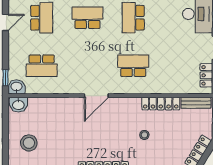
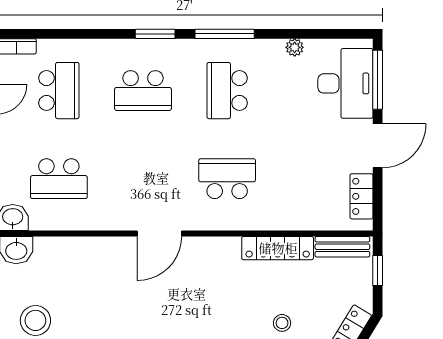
school desk: (87, 18) -> (143, 91), turned 180
stool: (144, 135) -> (282, 323), moved

